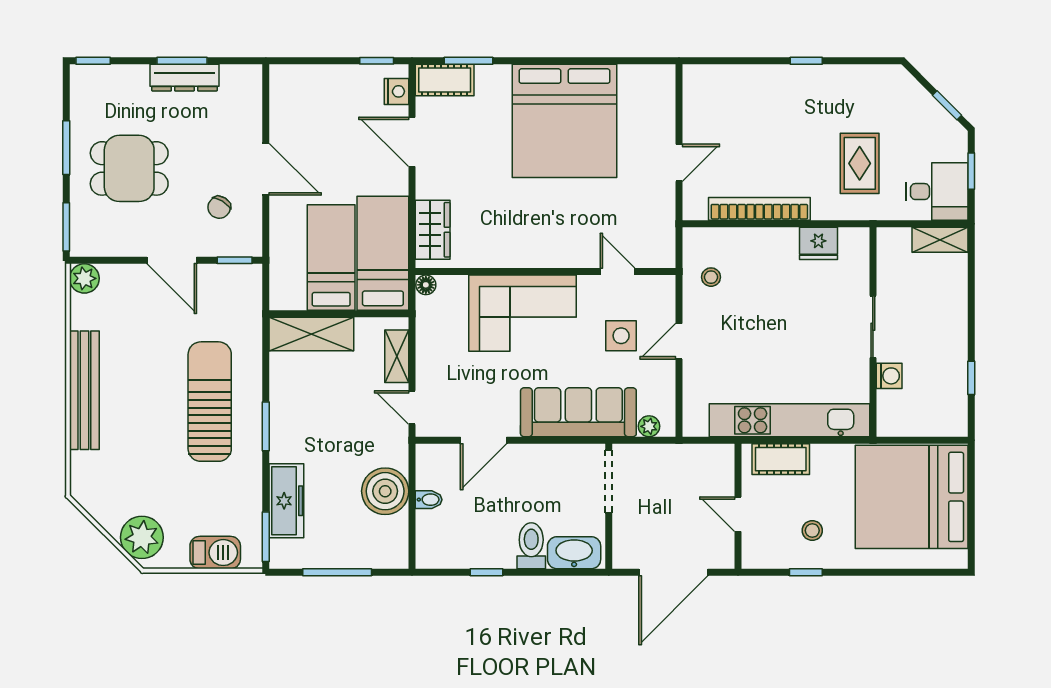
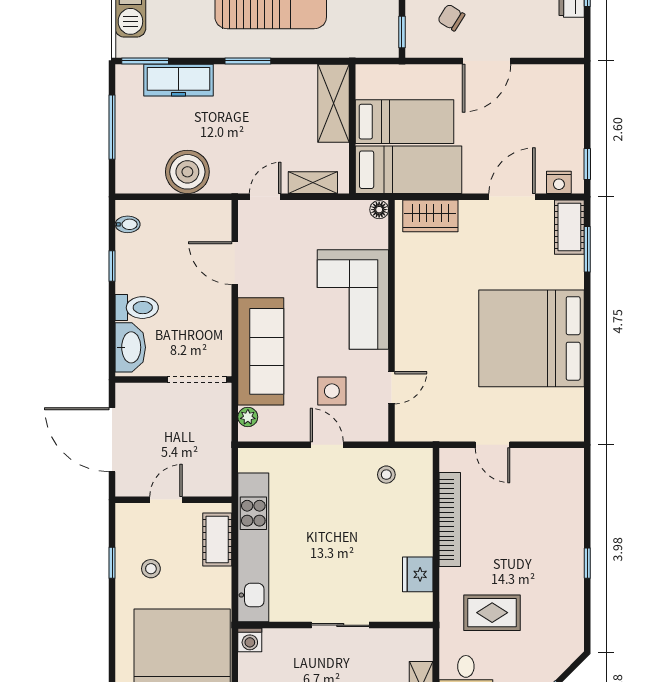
washing machine: (889, 376) -> (250, 640), moved
bidet: (429, 500) -> (128, 224), moved, turned -90

